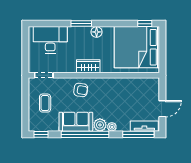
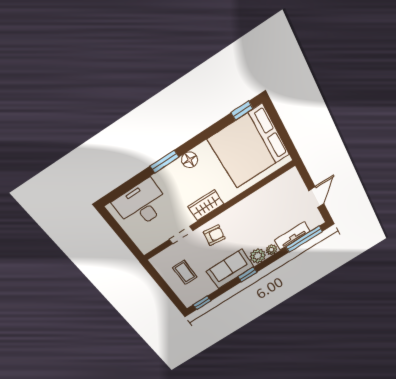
doorway: (44, 75) -> (181, 235), moved
tv unit: (144, 126) -> (292, 236), moved
window: (85, 134) -> (247, 274), width x0.32

